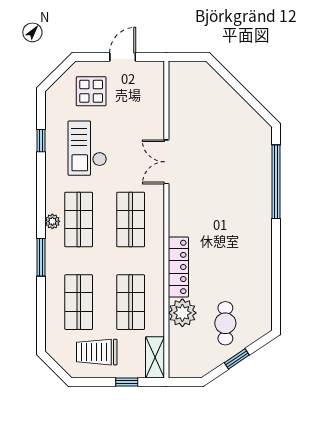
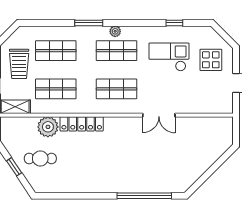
double door: (166, 162) -> (159, 115), swing flipped
trolley: (97, 352) -> (19, 64), turned 180

